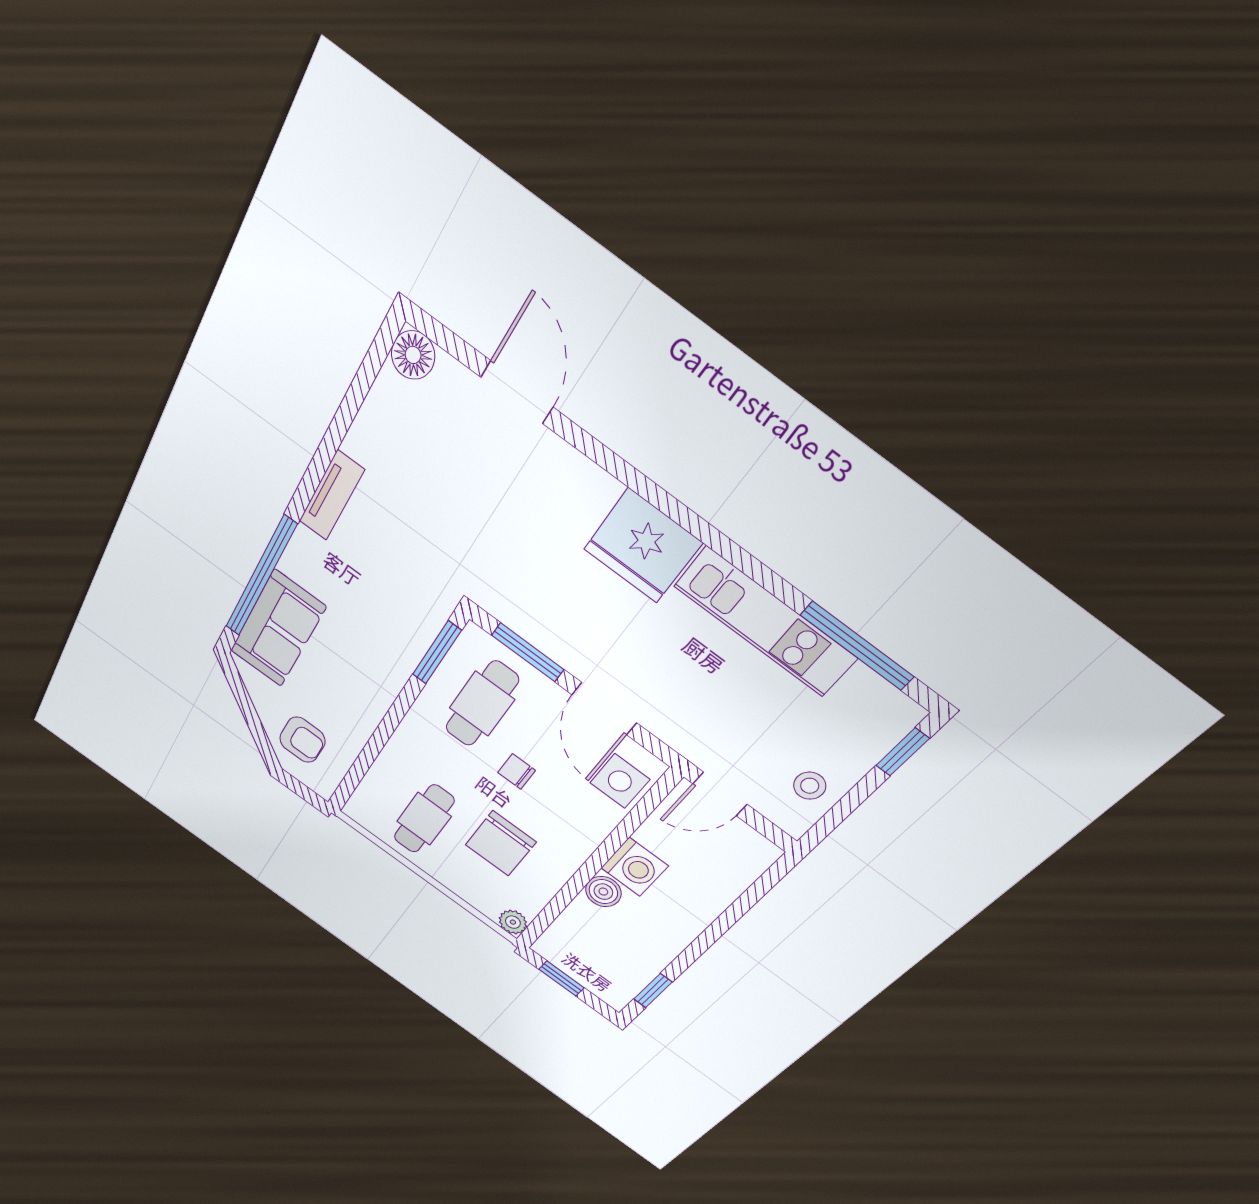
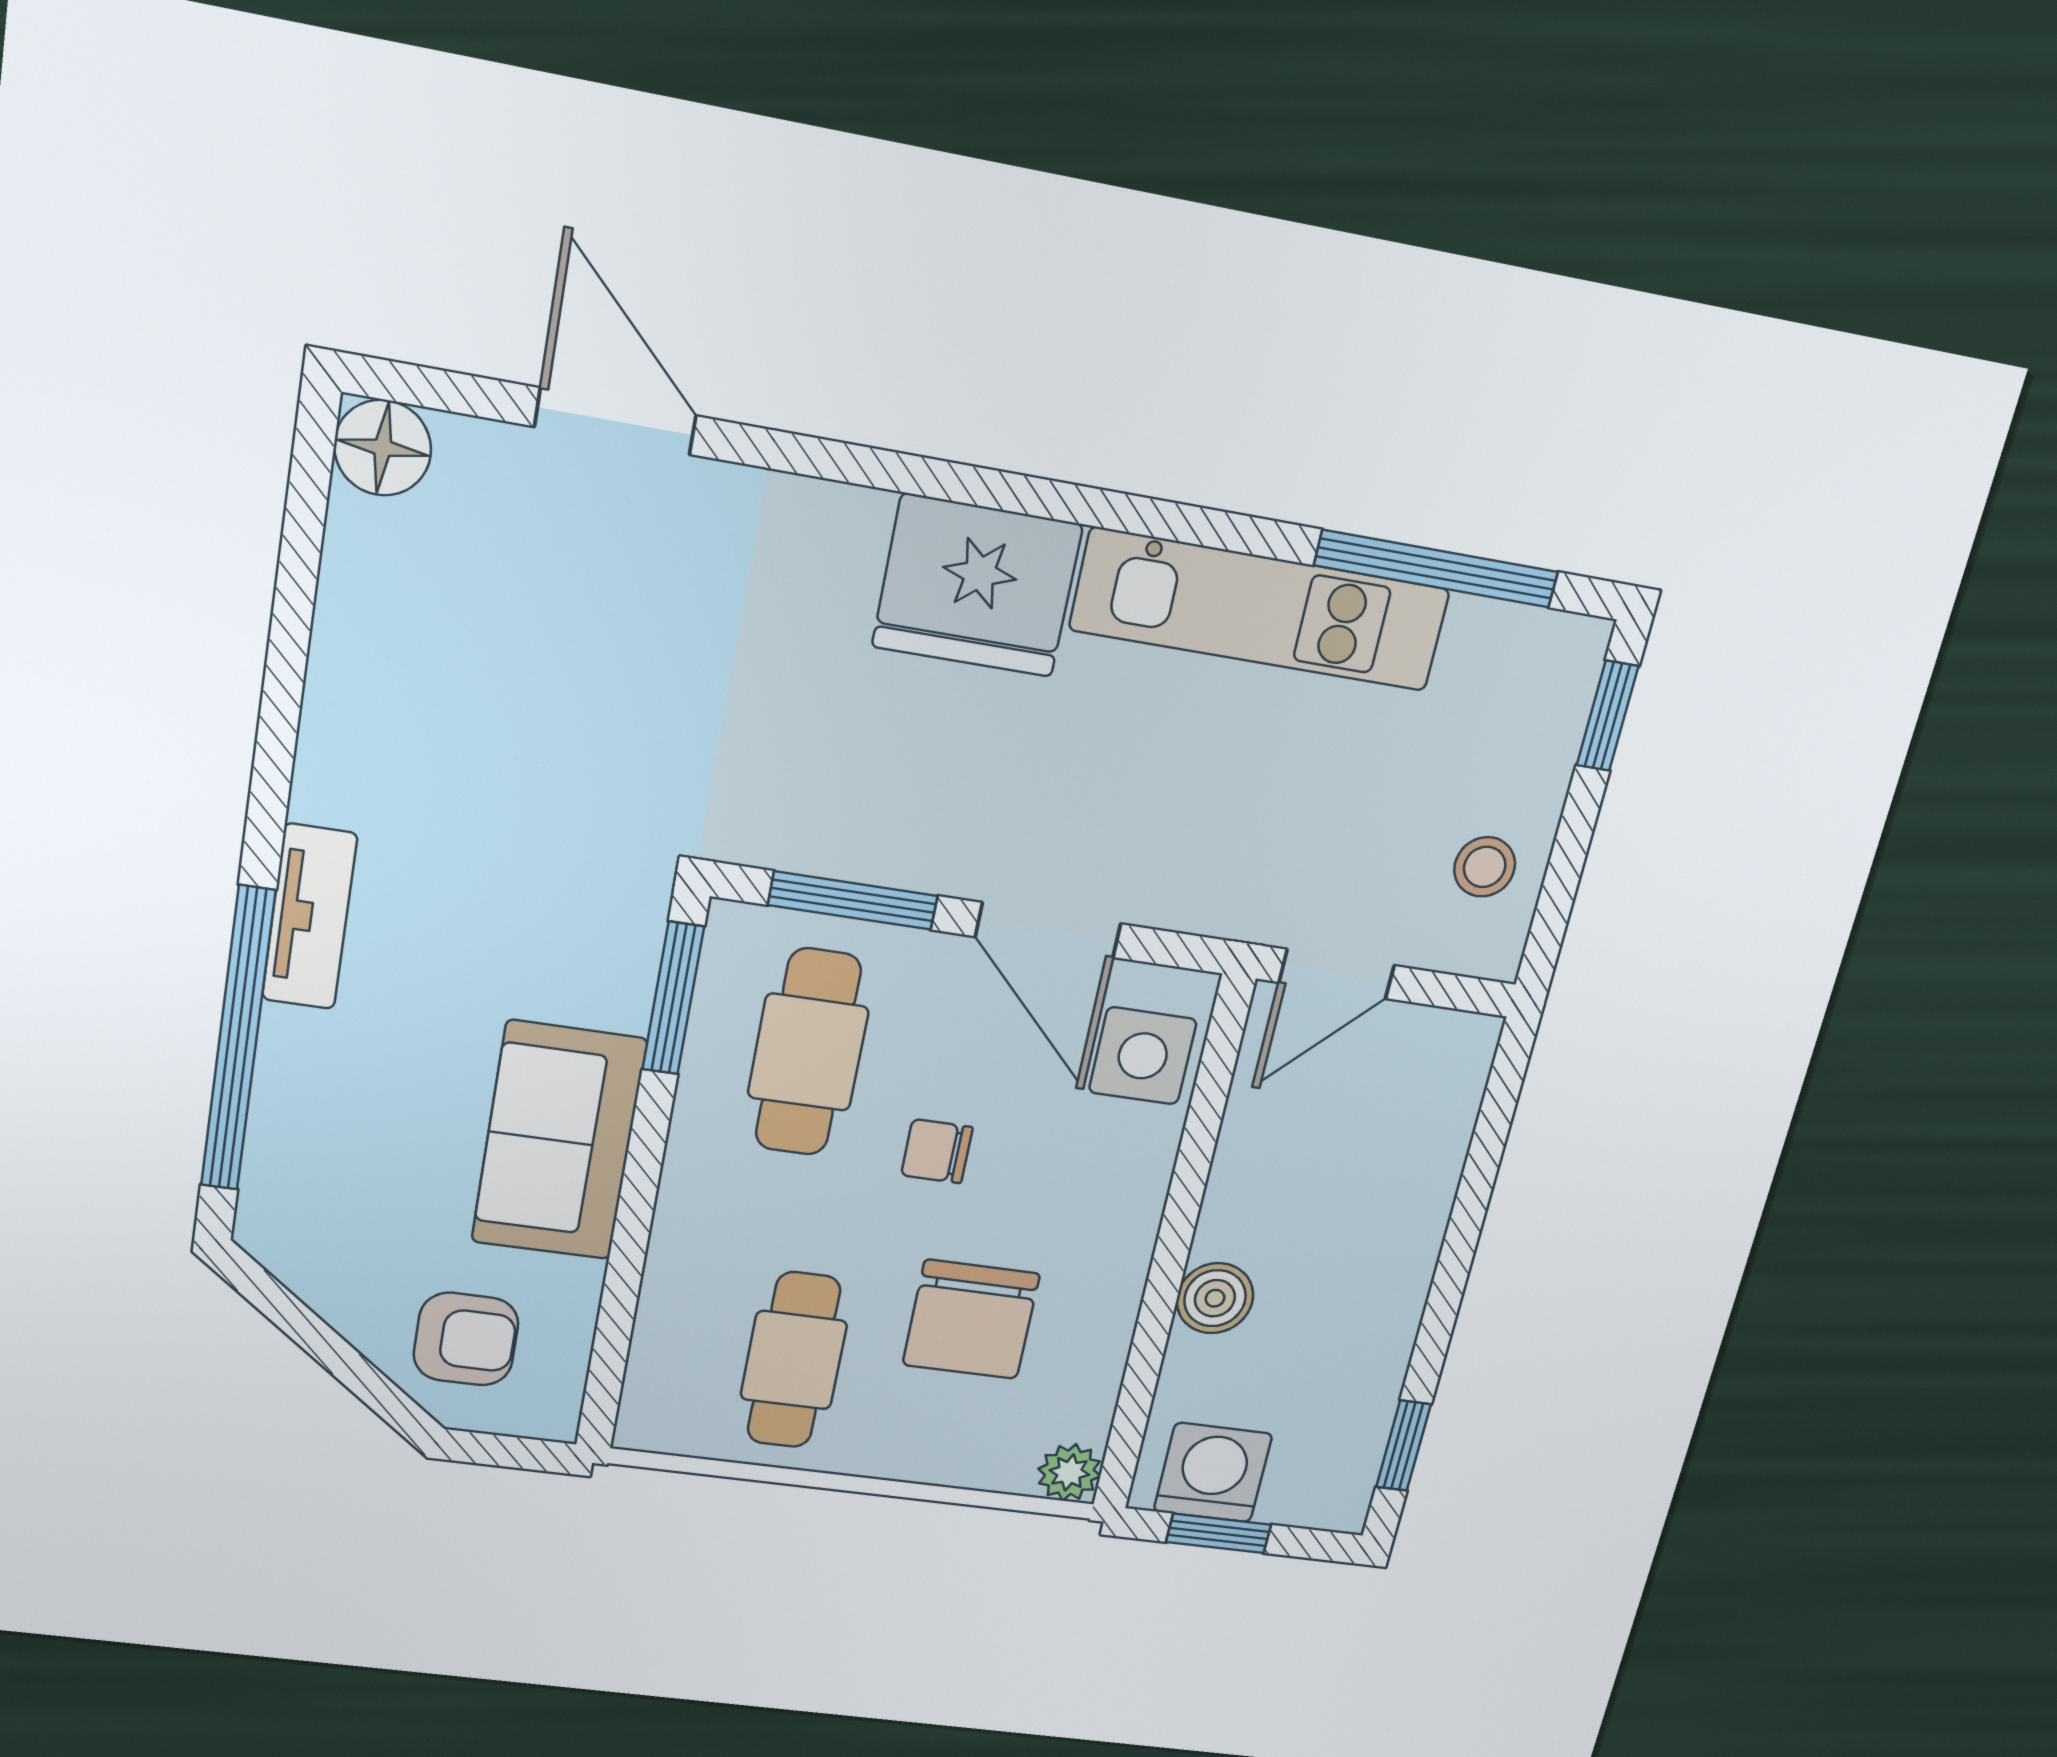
tv unit: (332, 496) -> (310, 917), moved
sofa: (278, 629) -> (559, 1141), moved, turned 180
washing machine: (634, 867) -> (1213, 1473), moved, turned -90

